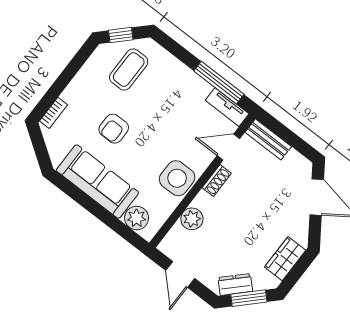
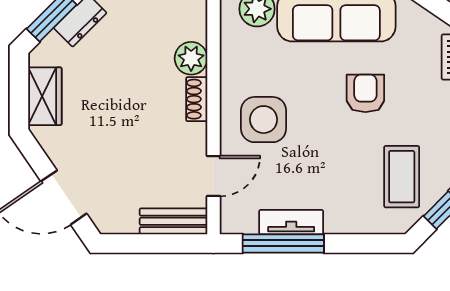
tv unit: (227, 107) -> (291, 222), moved
side table: (177, 178) -> (264, 120), moved
shoe rack: (217, 181) -> (197, 99), moved

